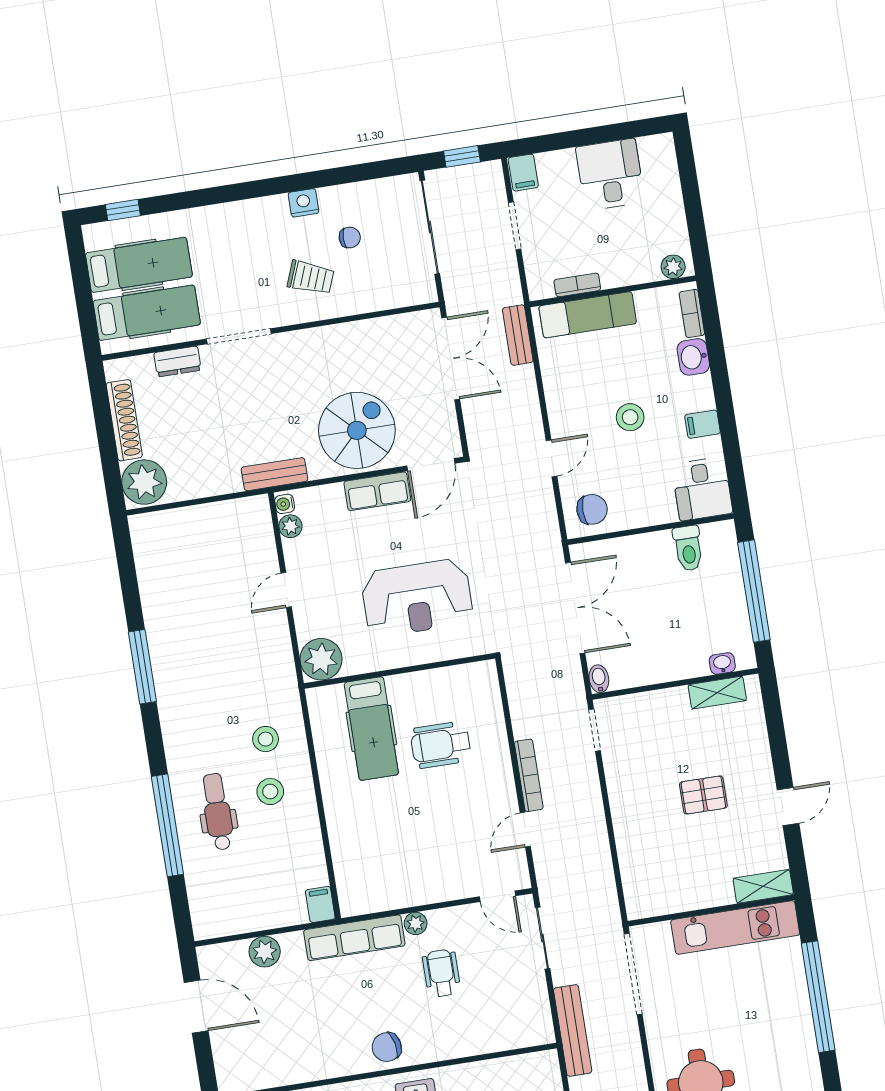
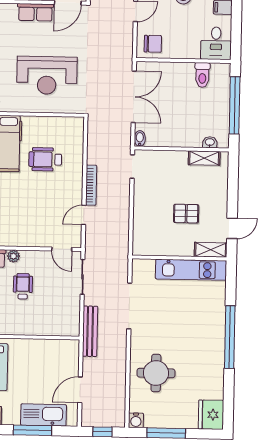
shelving: (763, 886) -> (211, 250), moved
wall: (711, 911) -> (179, 258), moved
kitchen unit: (735, 927) -> (191, 270), moved

